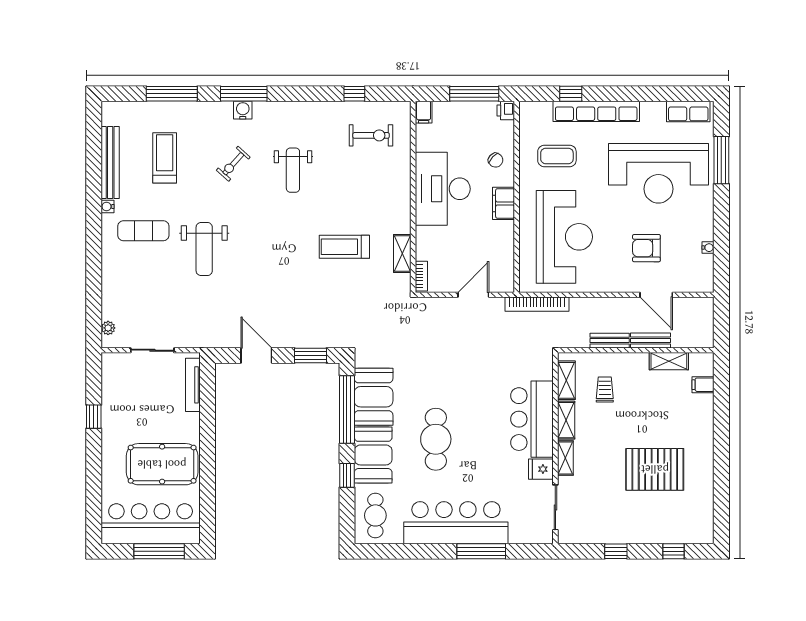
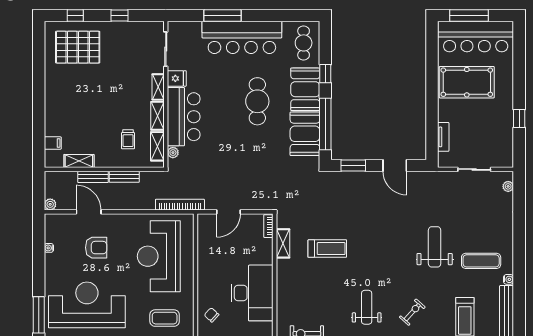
filing cabinet: (504, 203) -> (205, 282), removed
plant: (706, 305) -> (50, 204), added
plant: (546, 372) -> (173, 153), added
tv unit: (193, 385) -> (443, 137), width x0.71
pallet: (655, 469) -> (78, 47), moved

